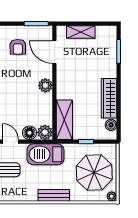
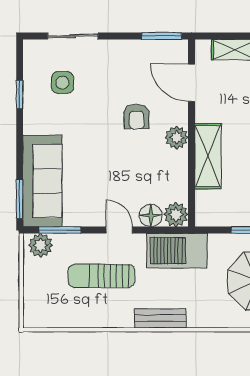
armchair: (18, 47) -> (137, 117), moved
shelving: (64, 120) -> (208, 156), moved
bench: (54, 195) -> (160, 318), moved

